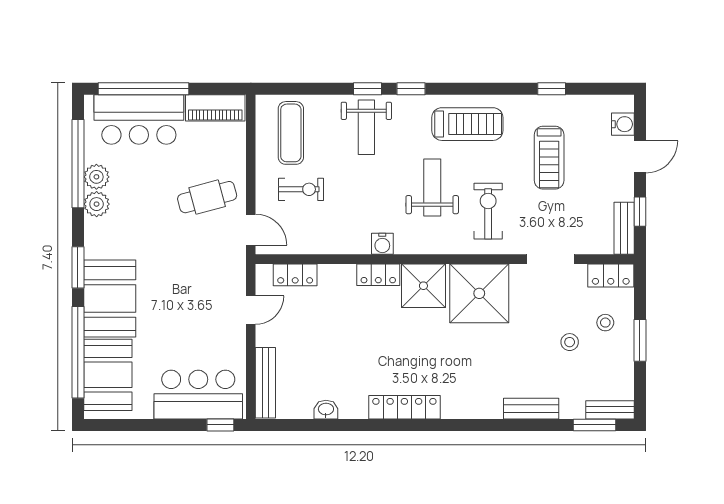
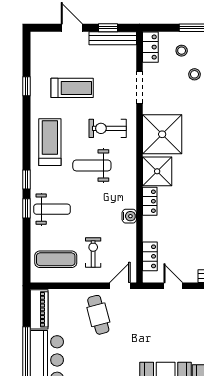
water cooler: (623, 124) -> (50, 39), removed
bench: (624, 228) -> (113, 38), width x1.36
water cooler: (382, 244) -> (129, 216), moved

